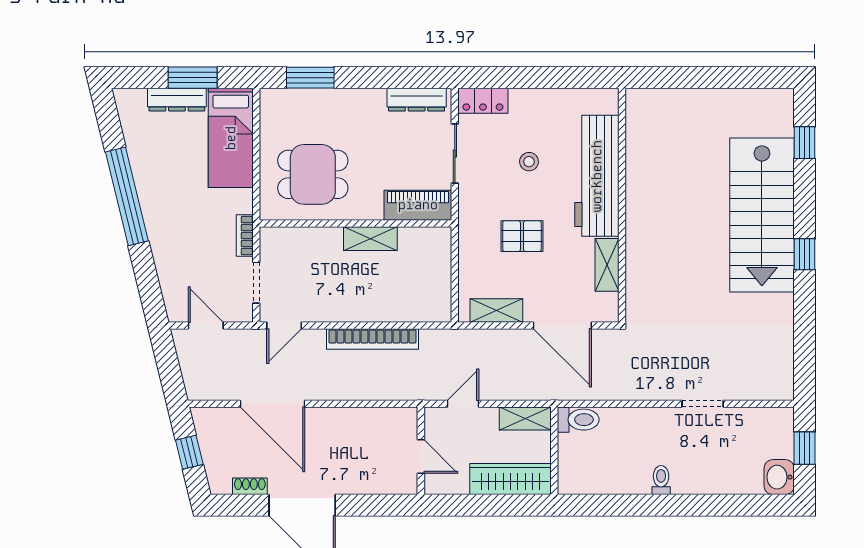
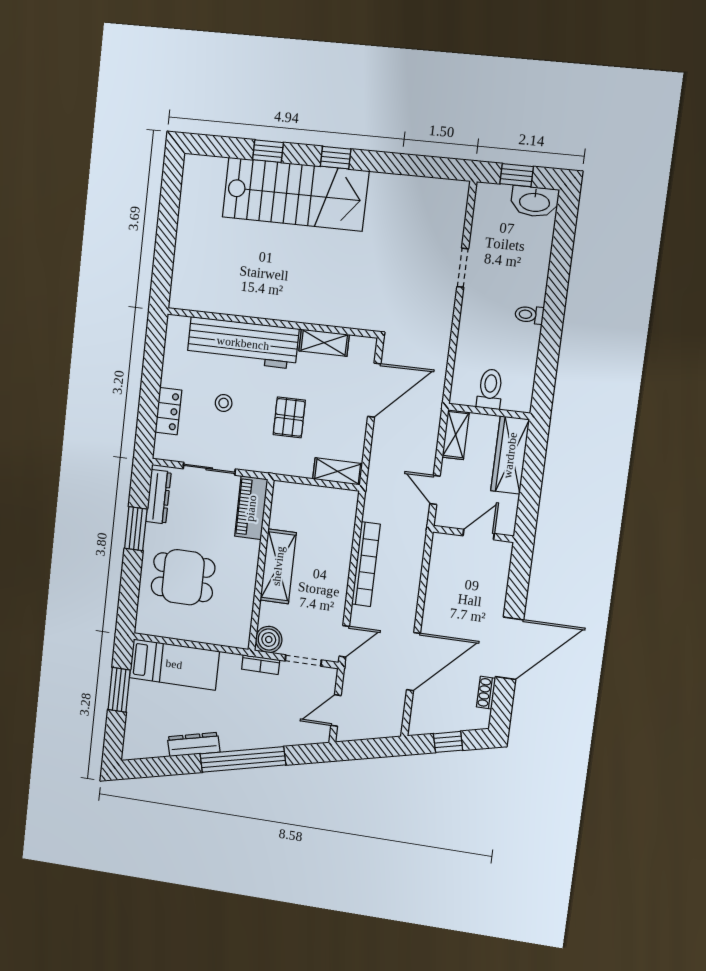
window: (310, 78) -> (136, 529), moved
dresser: (177, 100) -> (194, 744), moved, turned -104
locker: (483, 101) -> (168, 411), moved
window: (804, 143) -> (268, 151), moved
dining table: (313, 174) -> (183, 577), moved, turned 90
window: (127, 196) -> (243, 759), moved
shelving: (370, 239) -> (278, 566), width x1.50, depth x1.33
boiler: (274, 241) -> (269, 640), added
shelving: (496, 310) -> (338, 471), moved, turned 90
door: (284, 325) -> (344, 641), hinge flipped
toilet: (578, 420) -> (490, 389), moved
washbasin: (779, 477) -> (535, 202), width x1.38

